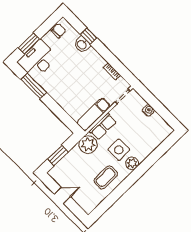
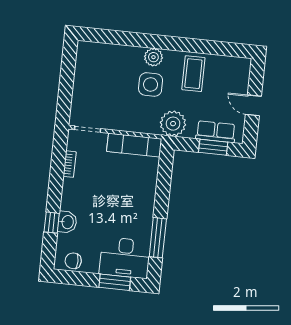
water cooler: (148, 110) -> (80, 88), removed
row of seats: (103, 126) -> (216, 132), moved
coffee table: (106, 177) -> (193, 74), turned 90

